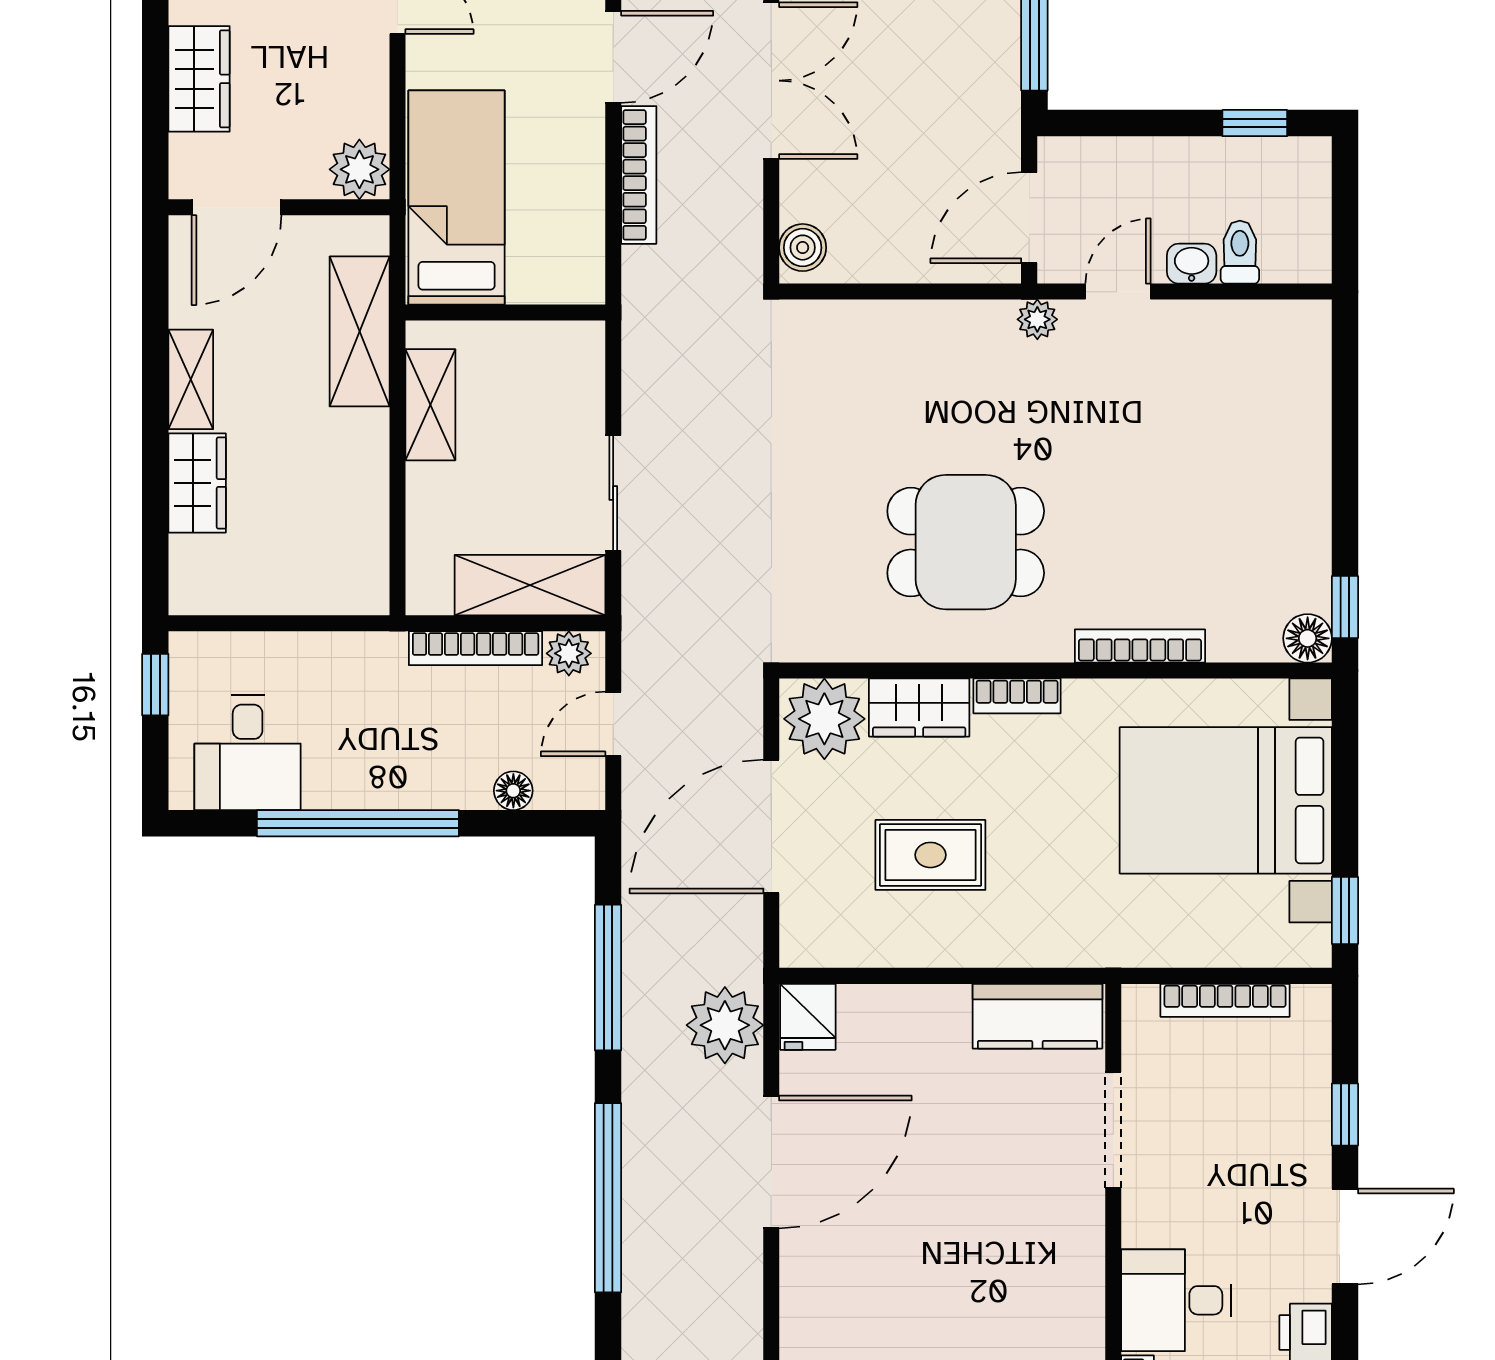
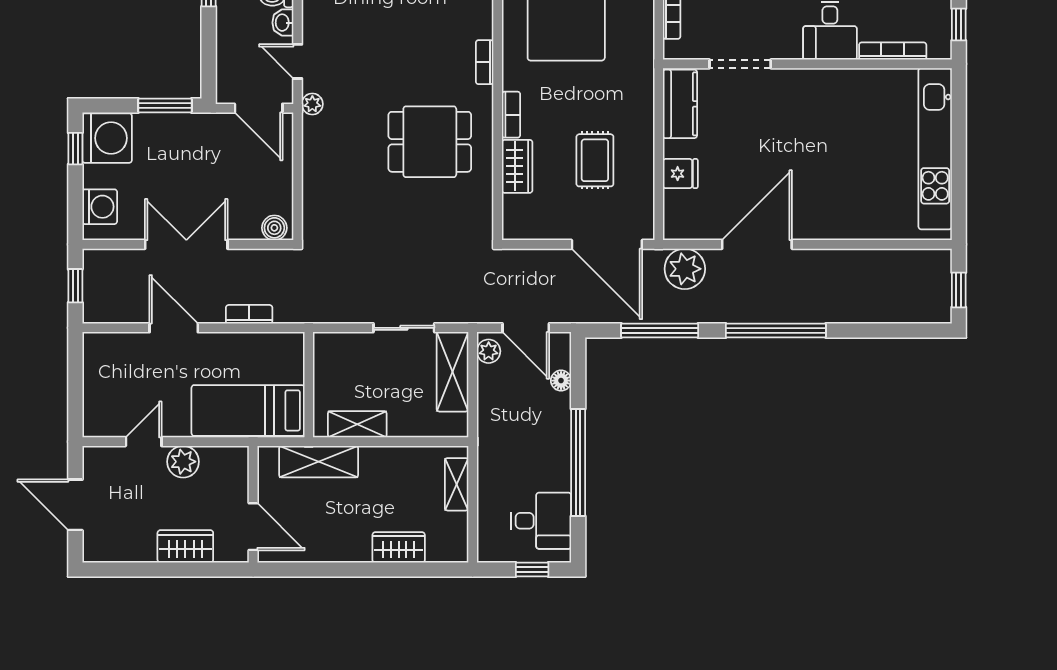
plant: (359, 169) -> (183, 462), moved
bookcase: (639, 175) -> (249, 314), width x0.64
shelving: (191, 379) -> (457, 484), moved, turned 90
dining table: (966, 542) -> (430, 142), turned 90
bookcase: (1140, 646) -> (485, 62), width x0.64
bookcase: (476, 648) -> (486, 400), removed
window: (155, 685) -> (532, 569), moved
plant: (824, 719) -> (523, 216), removed
door: (613, 724) -> (526, 328), width x1.38
door: (771, 826) -> (607, 244), moved
fridge: (808, 1017) -> (680, 174), moved
door: (771, 1162) -> (757, 244), hinge flipped

